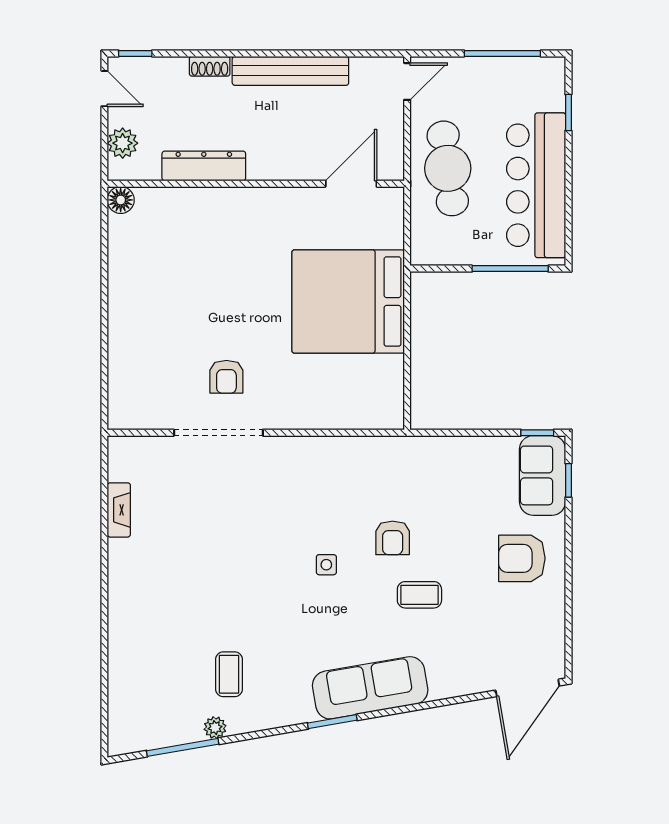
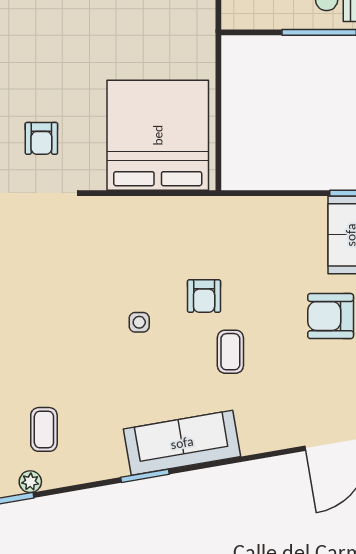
bed: (348, 302) -> (158, 135), moved, turned 90
coffee table: (419, 595) -> (230, 352), turned 90

